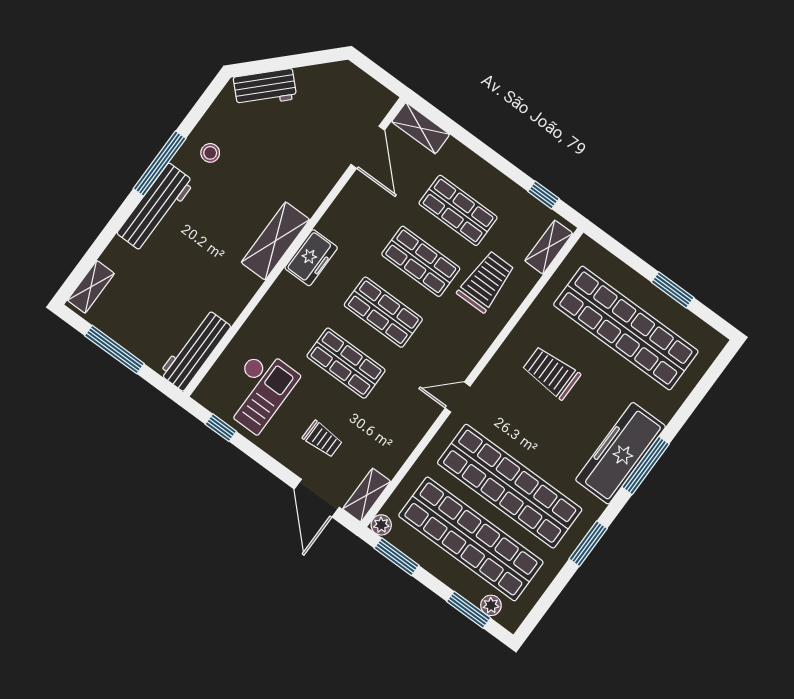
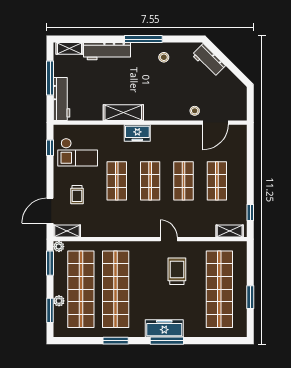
shelving: (421, 128) -> (240, 139), removed
stool: (326, 166) -> (195, 111), added
workbench: (156, 208) -> (107, 51), moved
shelving: (275, 241) -> (123, 113), moved
freezer: (311, 258) -> (137, 133), moved
trolley: (486, 282) -> (195, 215), removed
workbench: (195, 350) -> (62, 99), moved, turned 90
door: (458, 397) -> (169, 239), moved
freezer: (621, 453) -> (164, 328), width x0.73, depth x0.79
plant: (491, 605) -> (59, 301), moved

